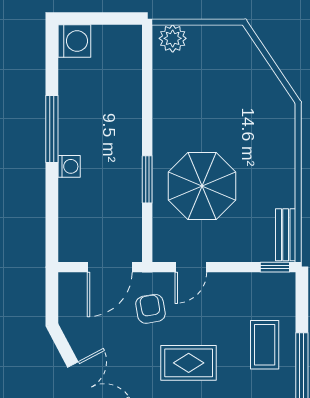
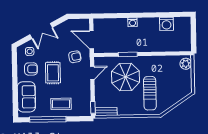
washing machine: (74, 41) -> (166, 24), moved
sun lounger: (243, 127) -> (150, 93), added
window: (52, 129) -> (148, 15), removed
door: (191, 267) -> (92, 73), swing flipped

